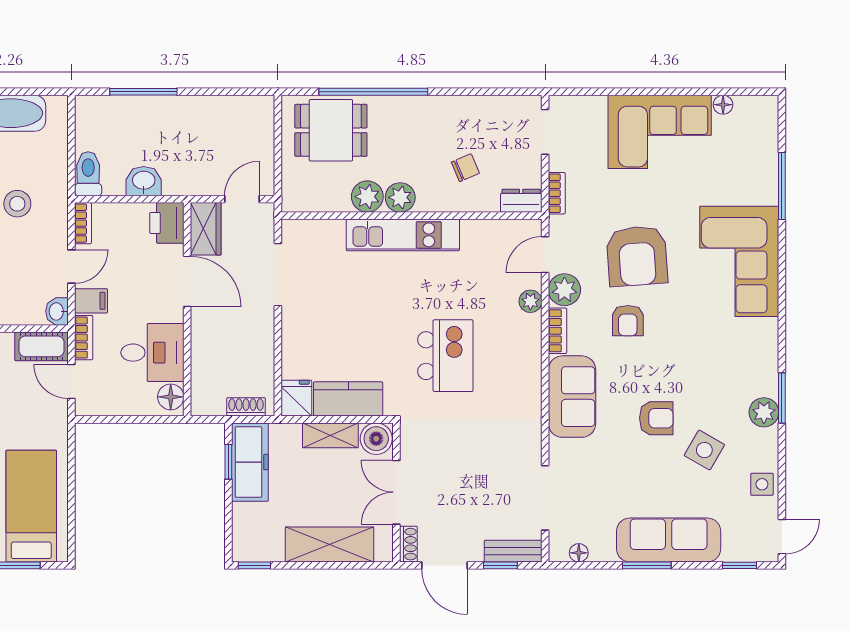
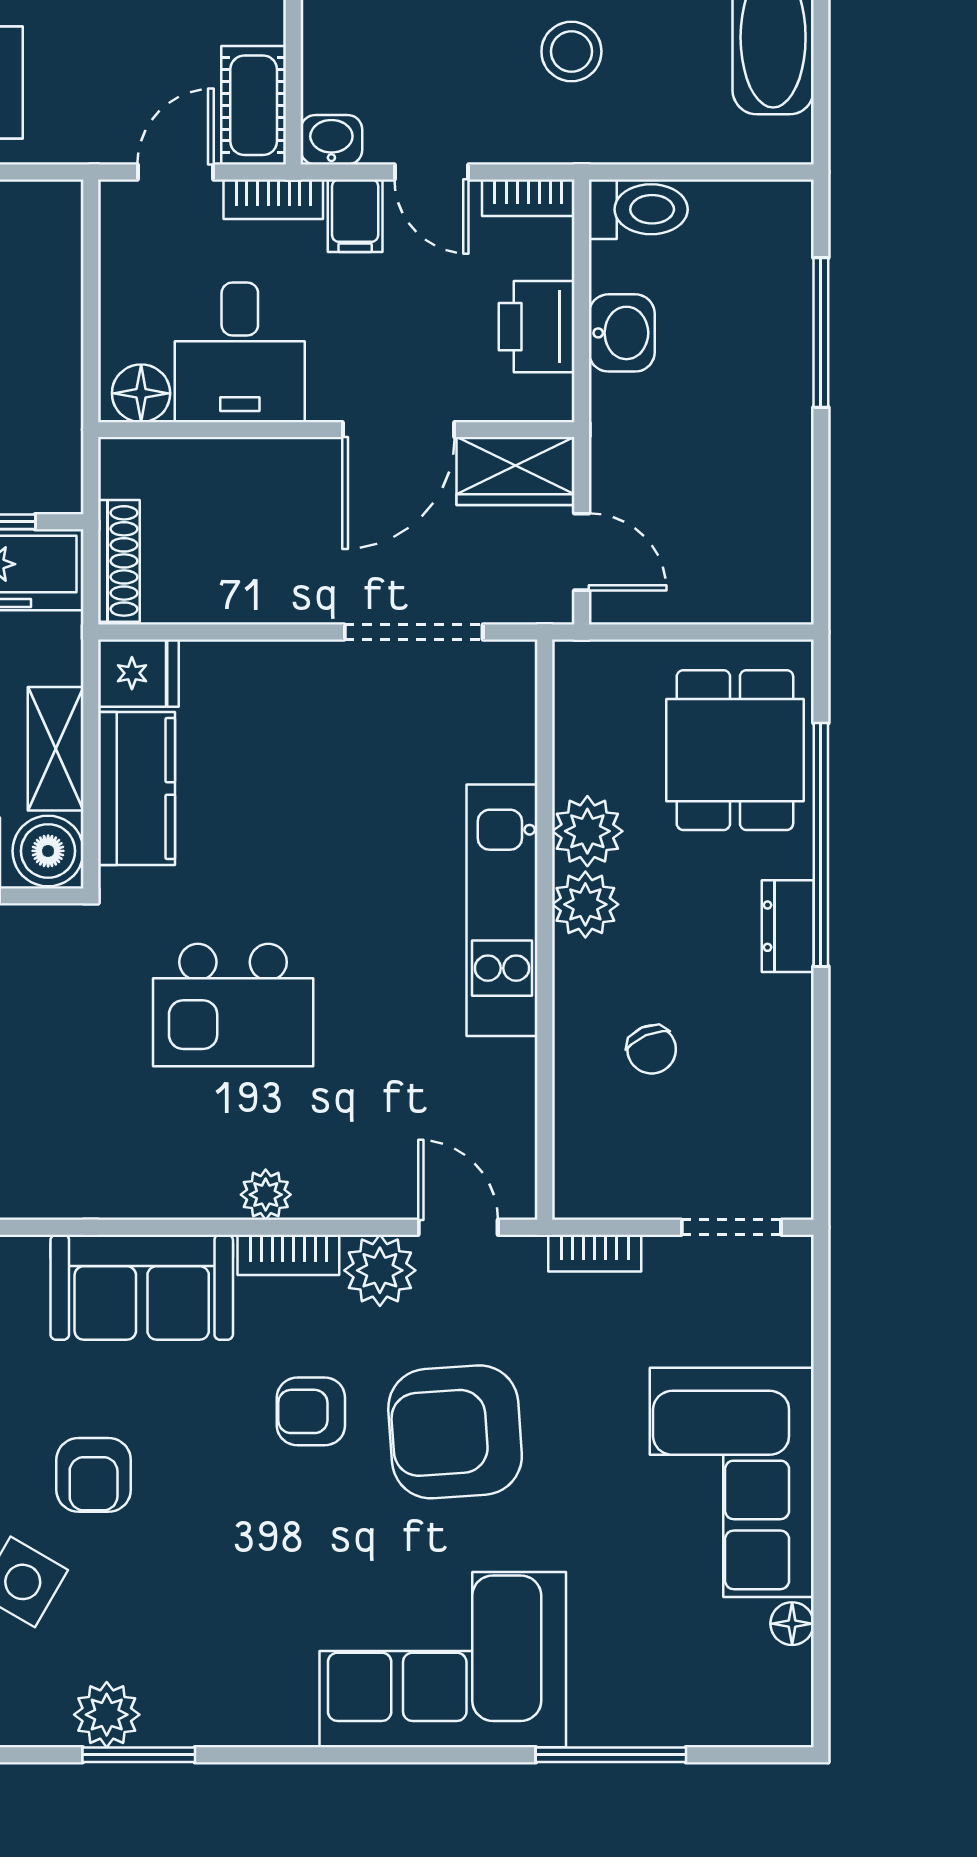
dresser: (521, 201) -> (788, 926), moved, turned 180
printer: (167, 223) -> (537, 327), moved, turned -90
plant: (530, 301) -> (266, 1195), moved
shoe rack: (246, 407) -> (119, 561), width x1.43

